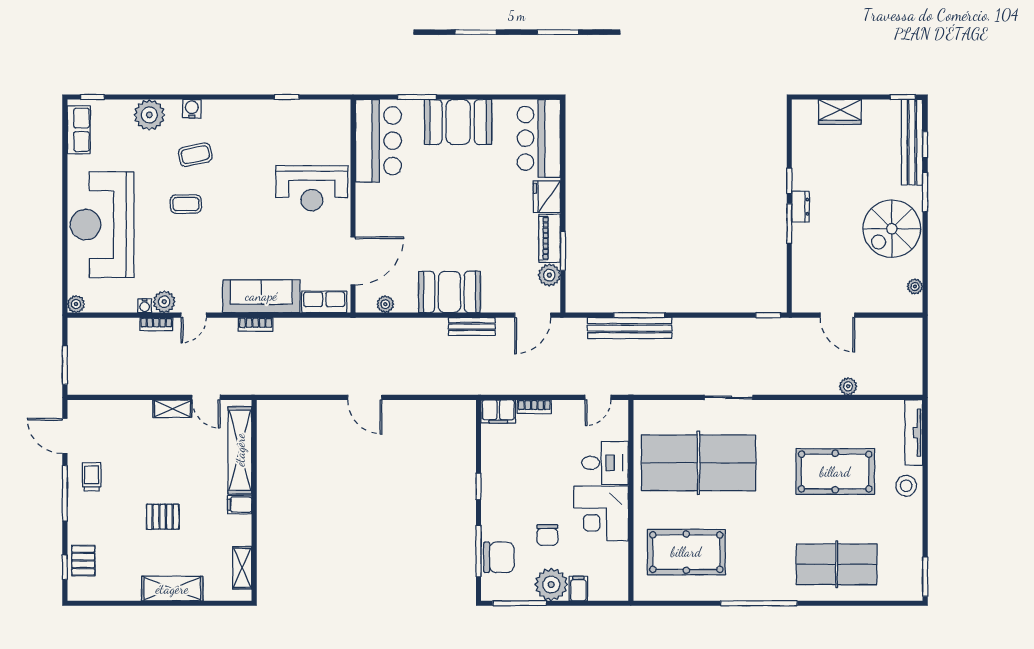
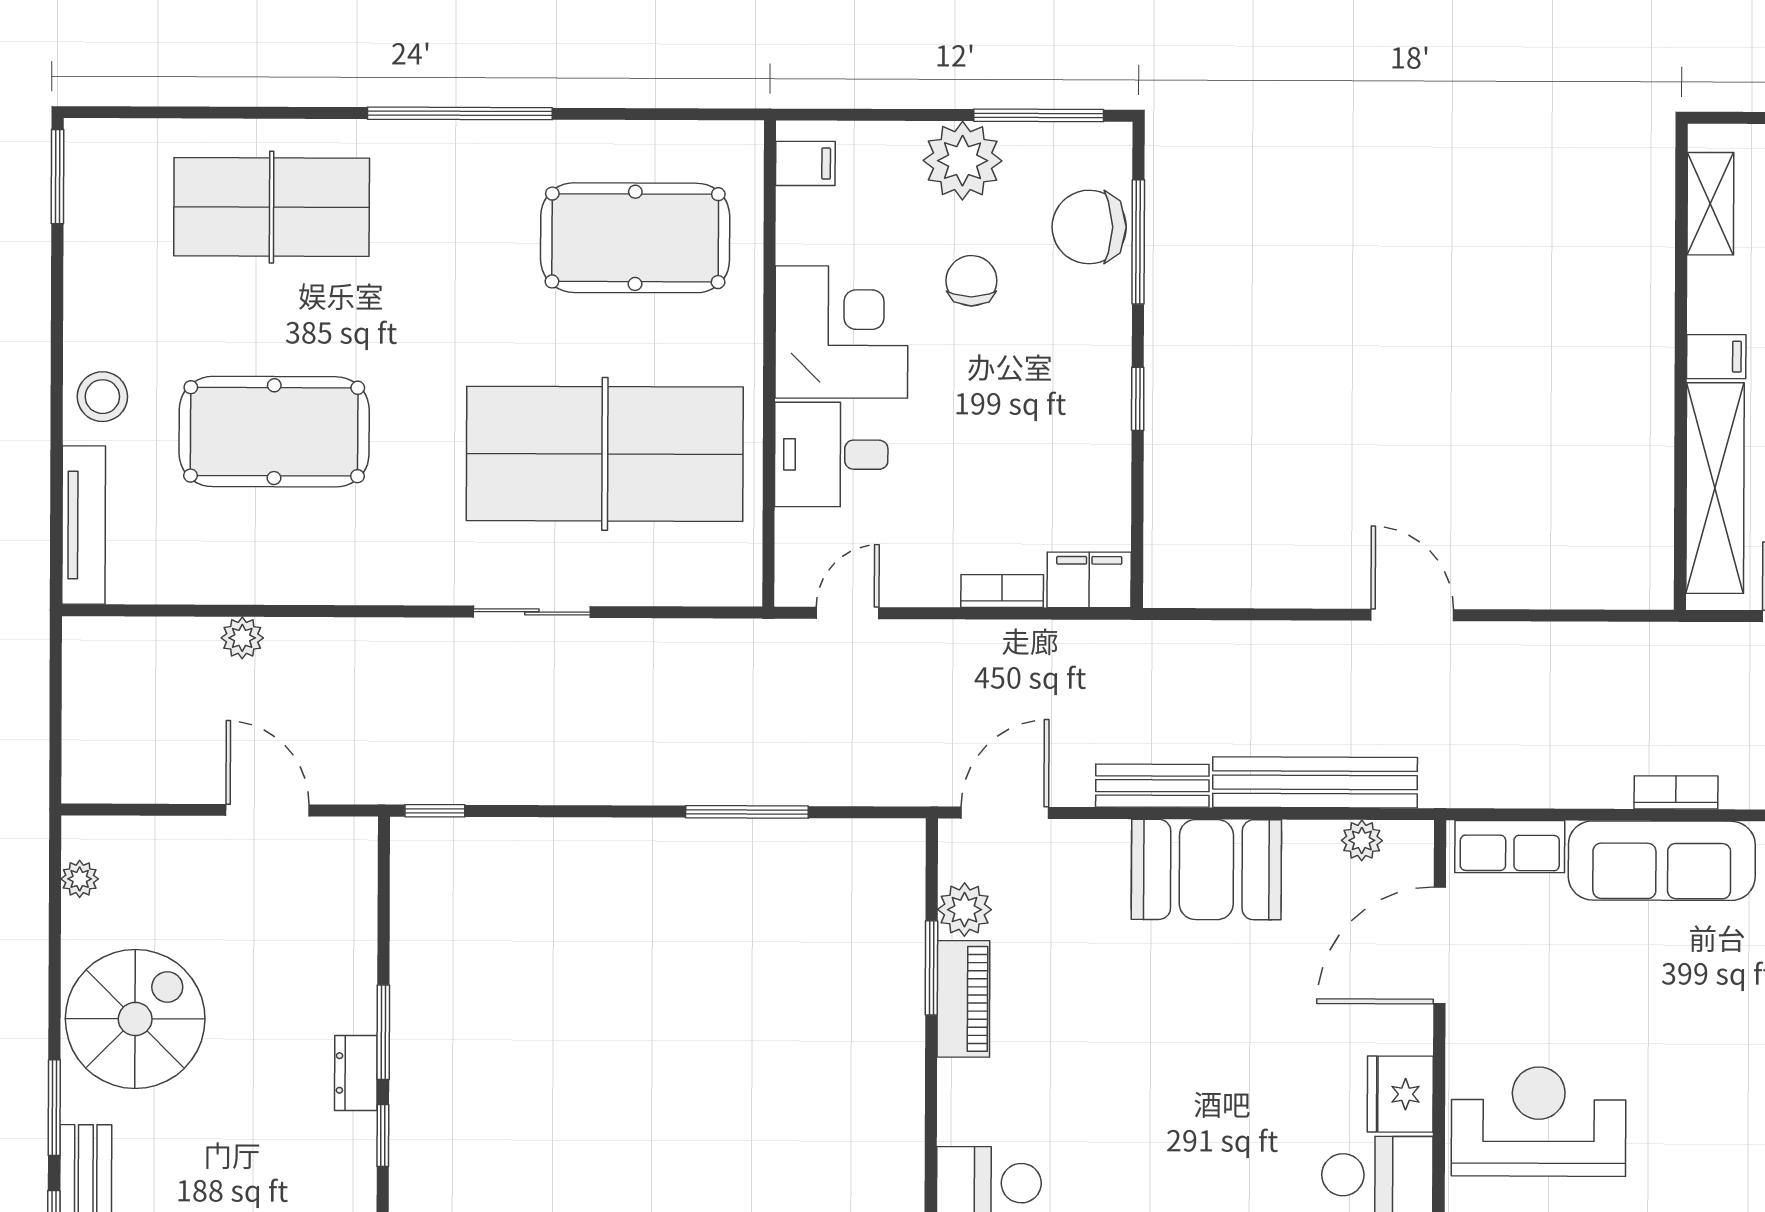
fridge: (547, 197) -> (1400, 1094), moved, turned 180
bench: (630, 328) -> (1315, 782), moved
filing cabinet: (578, 589) -> (805, 163), moved, turned -90

